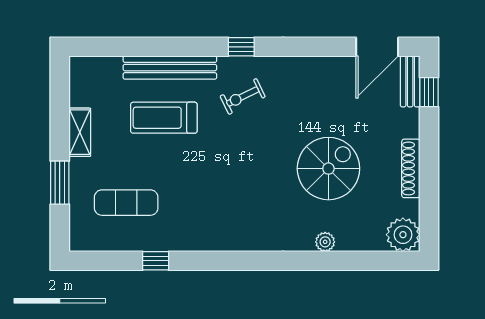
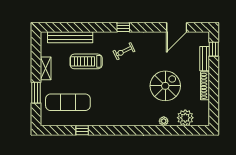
door: (377, 47) -> (177, 27), moved
bench: (170, 68) -> (70, 37), moved
bench: (410, 81) -> (205, 59), moved
exercise mat: (126, 203) -> (68, 102), width x1.36, depth x1.45
plant: (403, 235) -> (185, 118), moved

